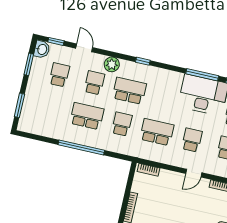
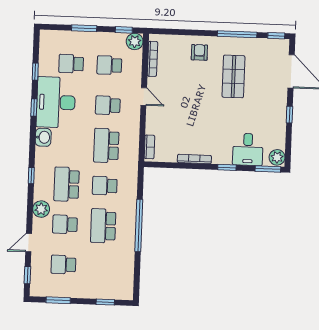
washbasin: (42, 49) -> (43, 137), moved, turned 90
window: (202, 75) -> (34, 108), width x0.46
window: (19, 105) -> (105, 302), width x0.67

